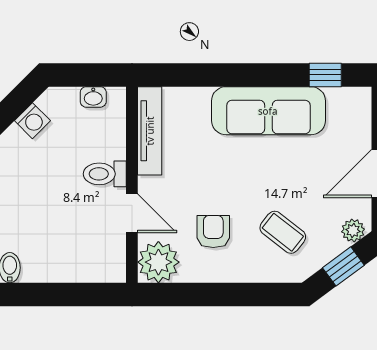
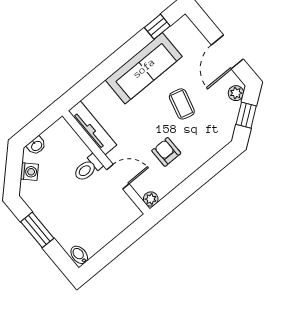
washbasin: (93, 97) -> (36, 146), moved
coffee table: (283, 232) -> (182, 104), moved, turned 67
plant: (158, 262) -> (151, 199), width x0.53, depth x0.53

